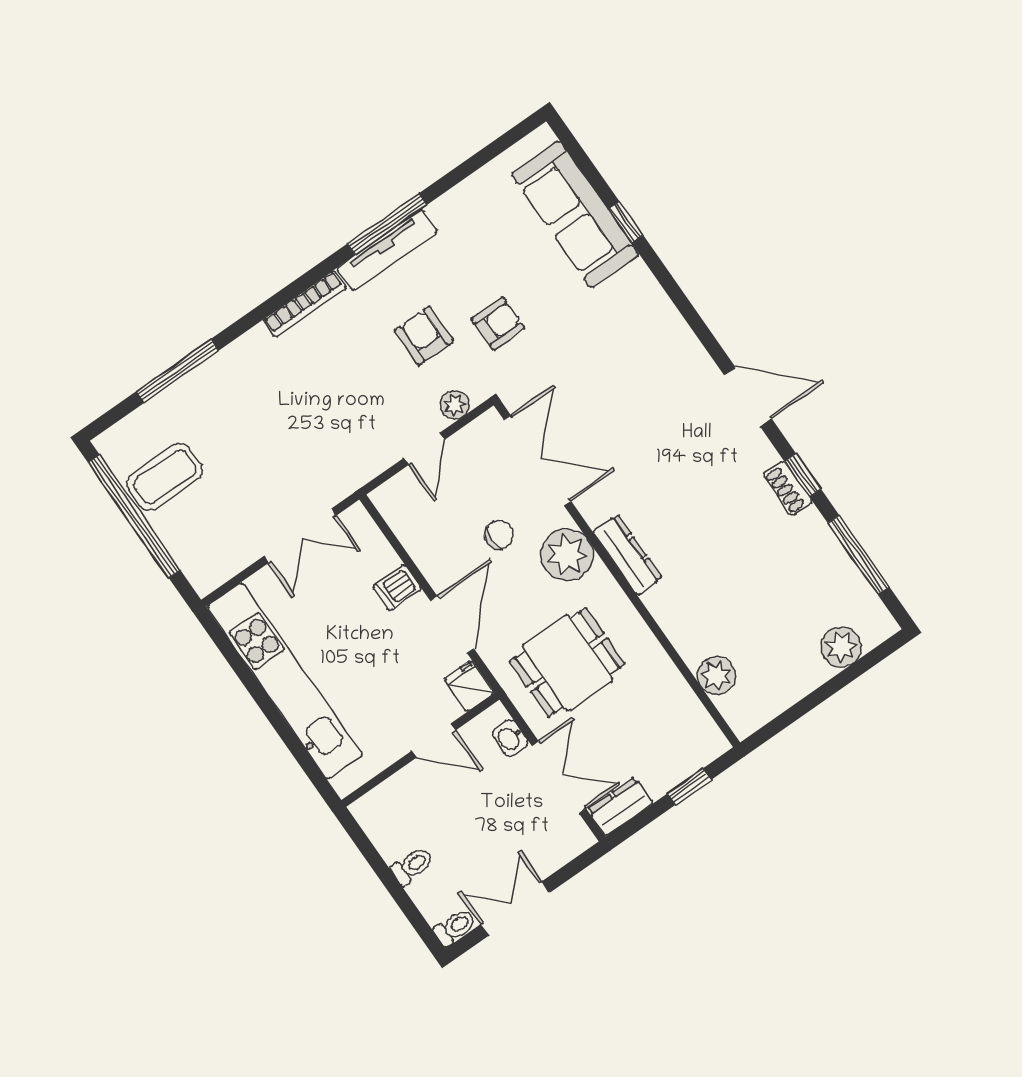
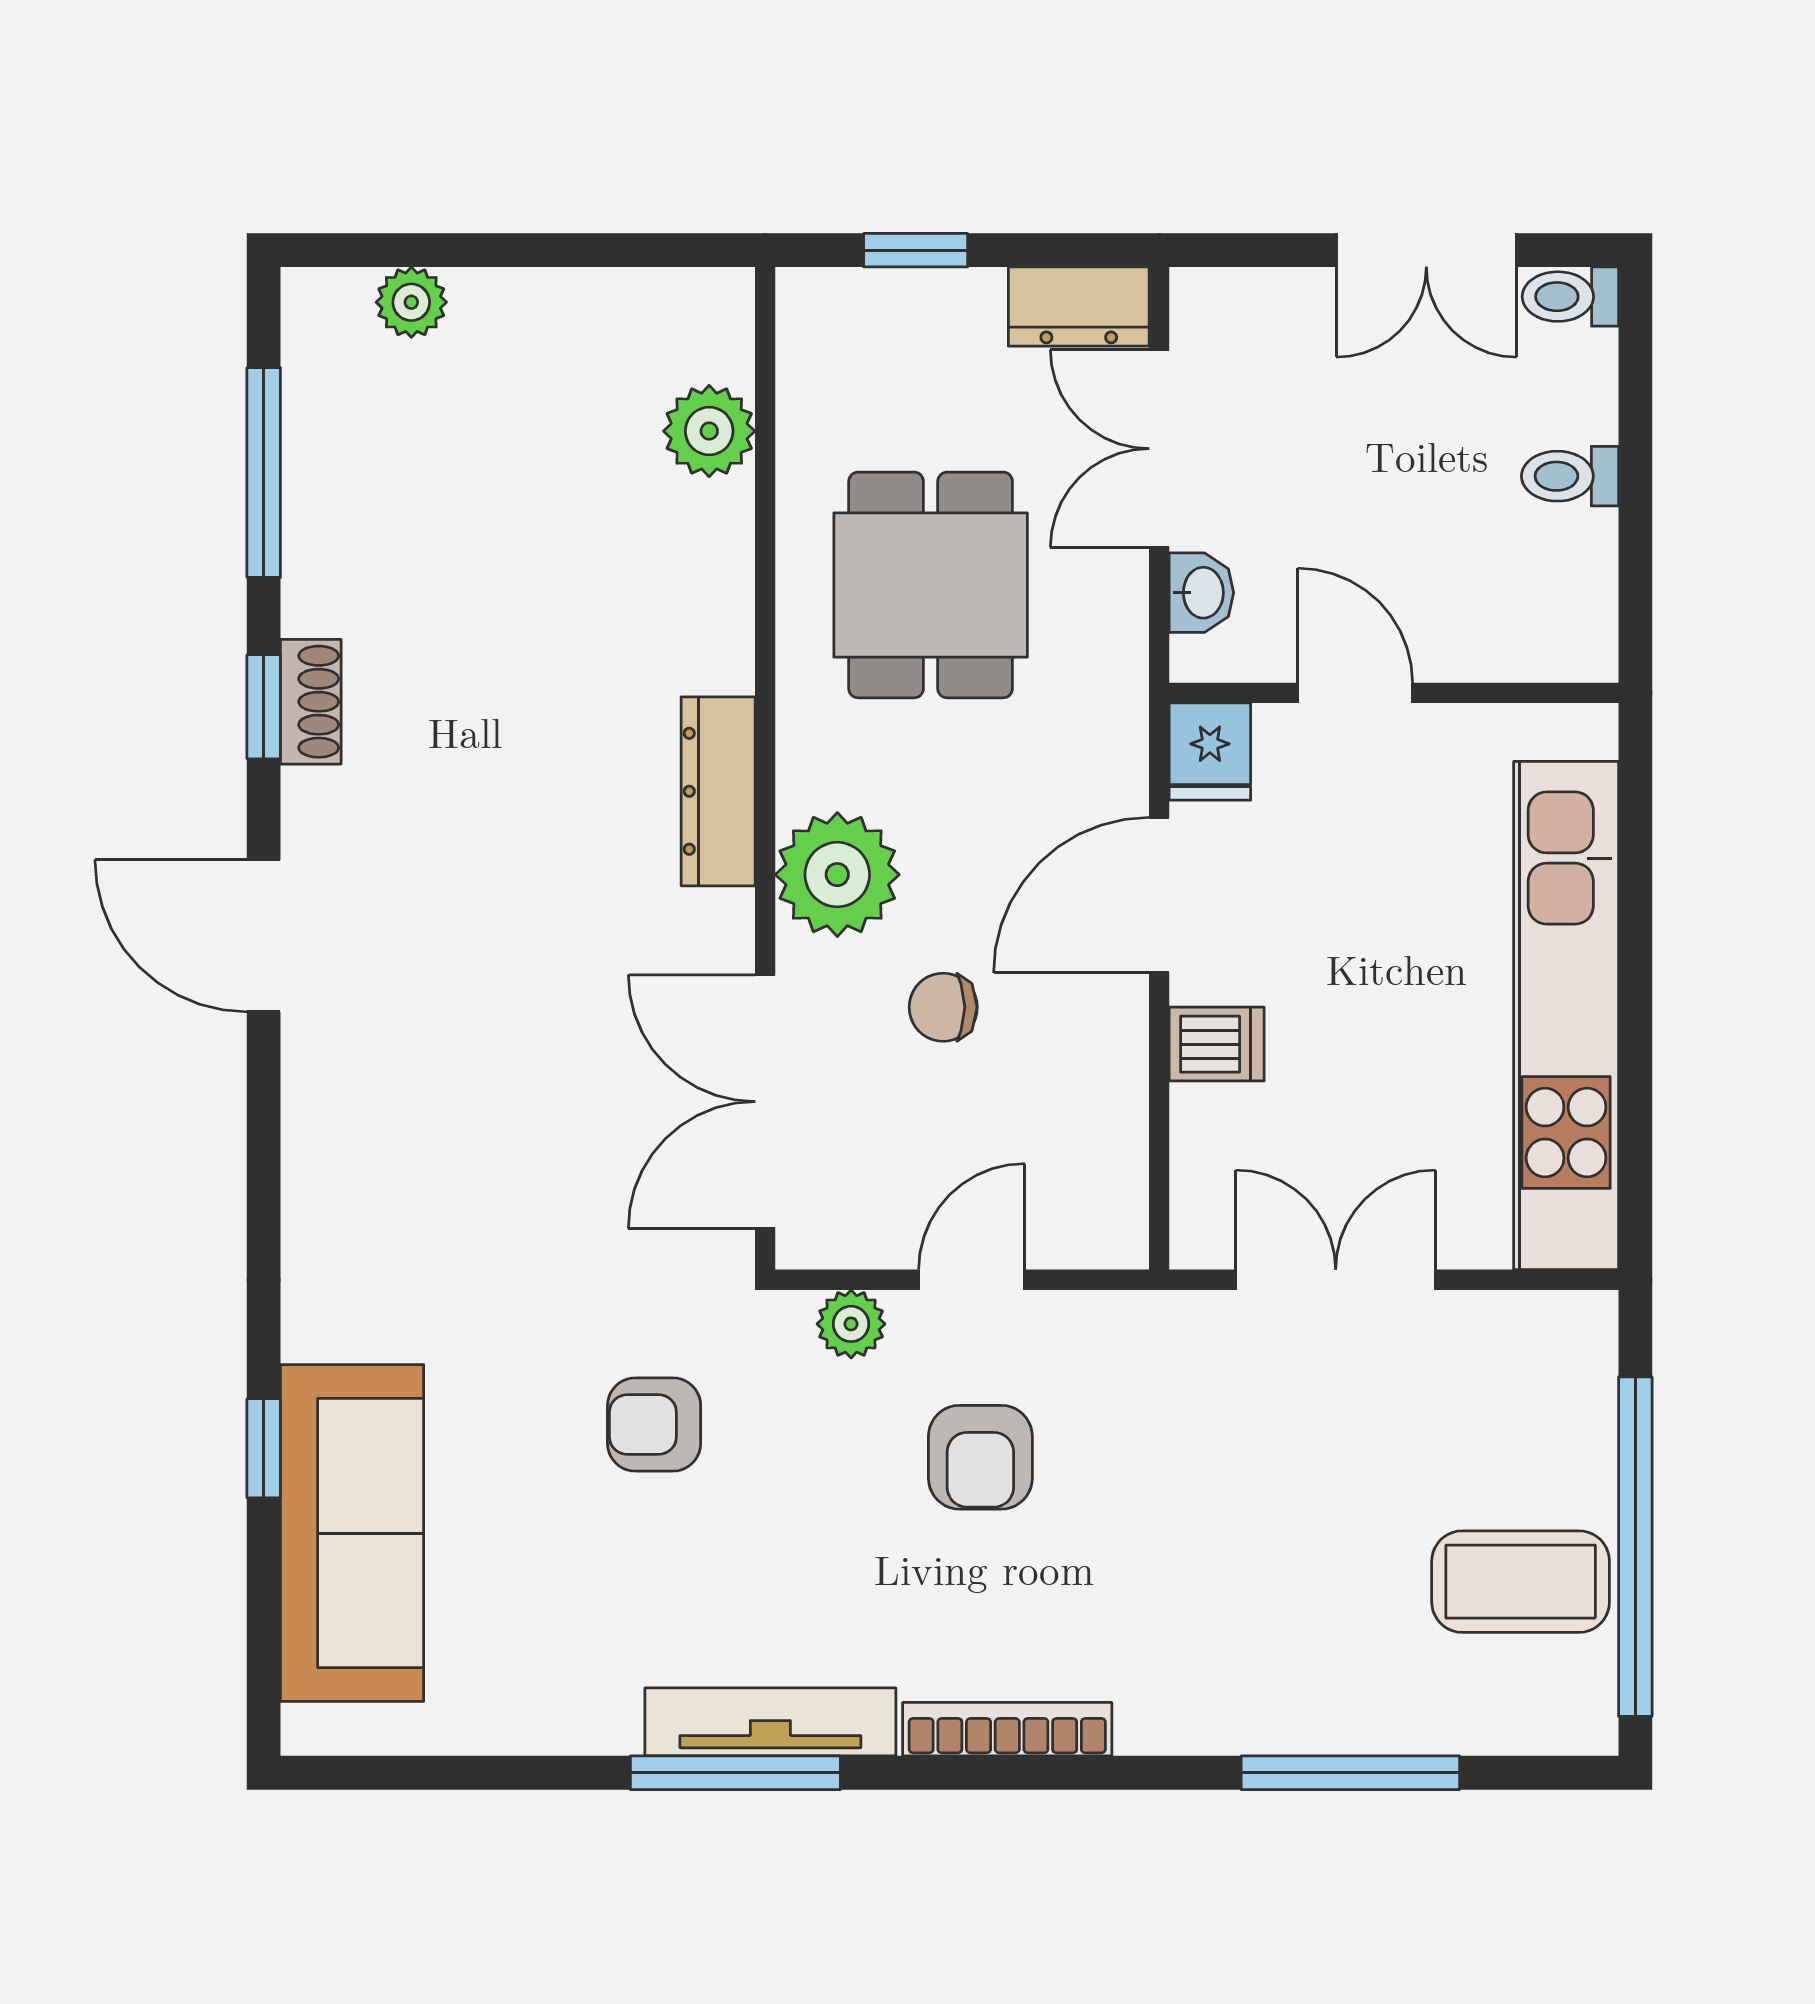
armchair: (424, 336) -> (980, 1457), moved
plant: (841, 647) -> (411, 302), width x0.73, depth x0.73
dining table: (567, 663) -> (931, 585), moved, turned 90

